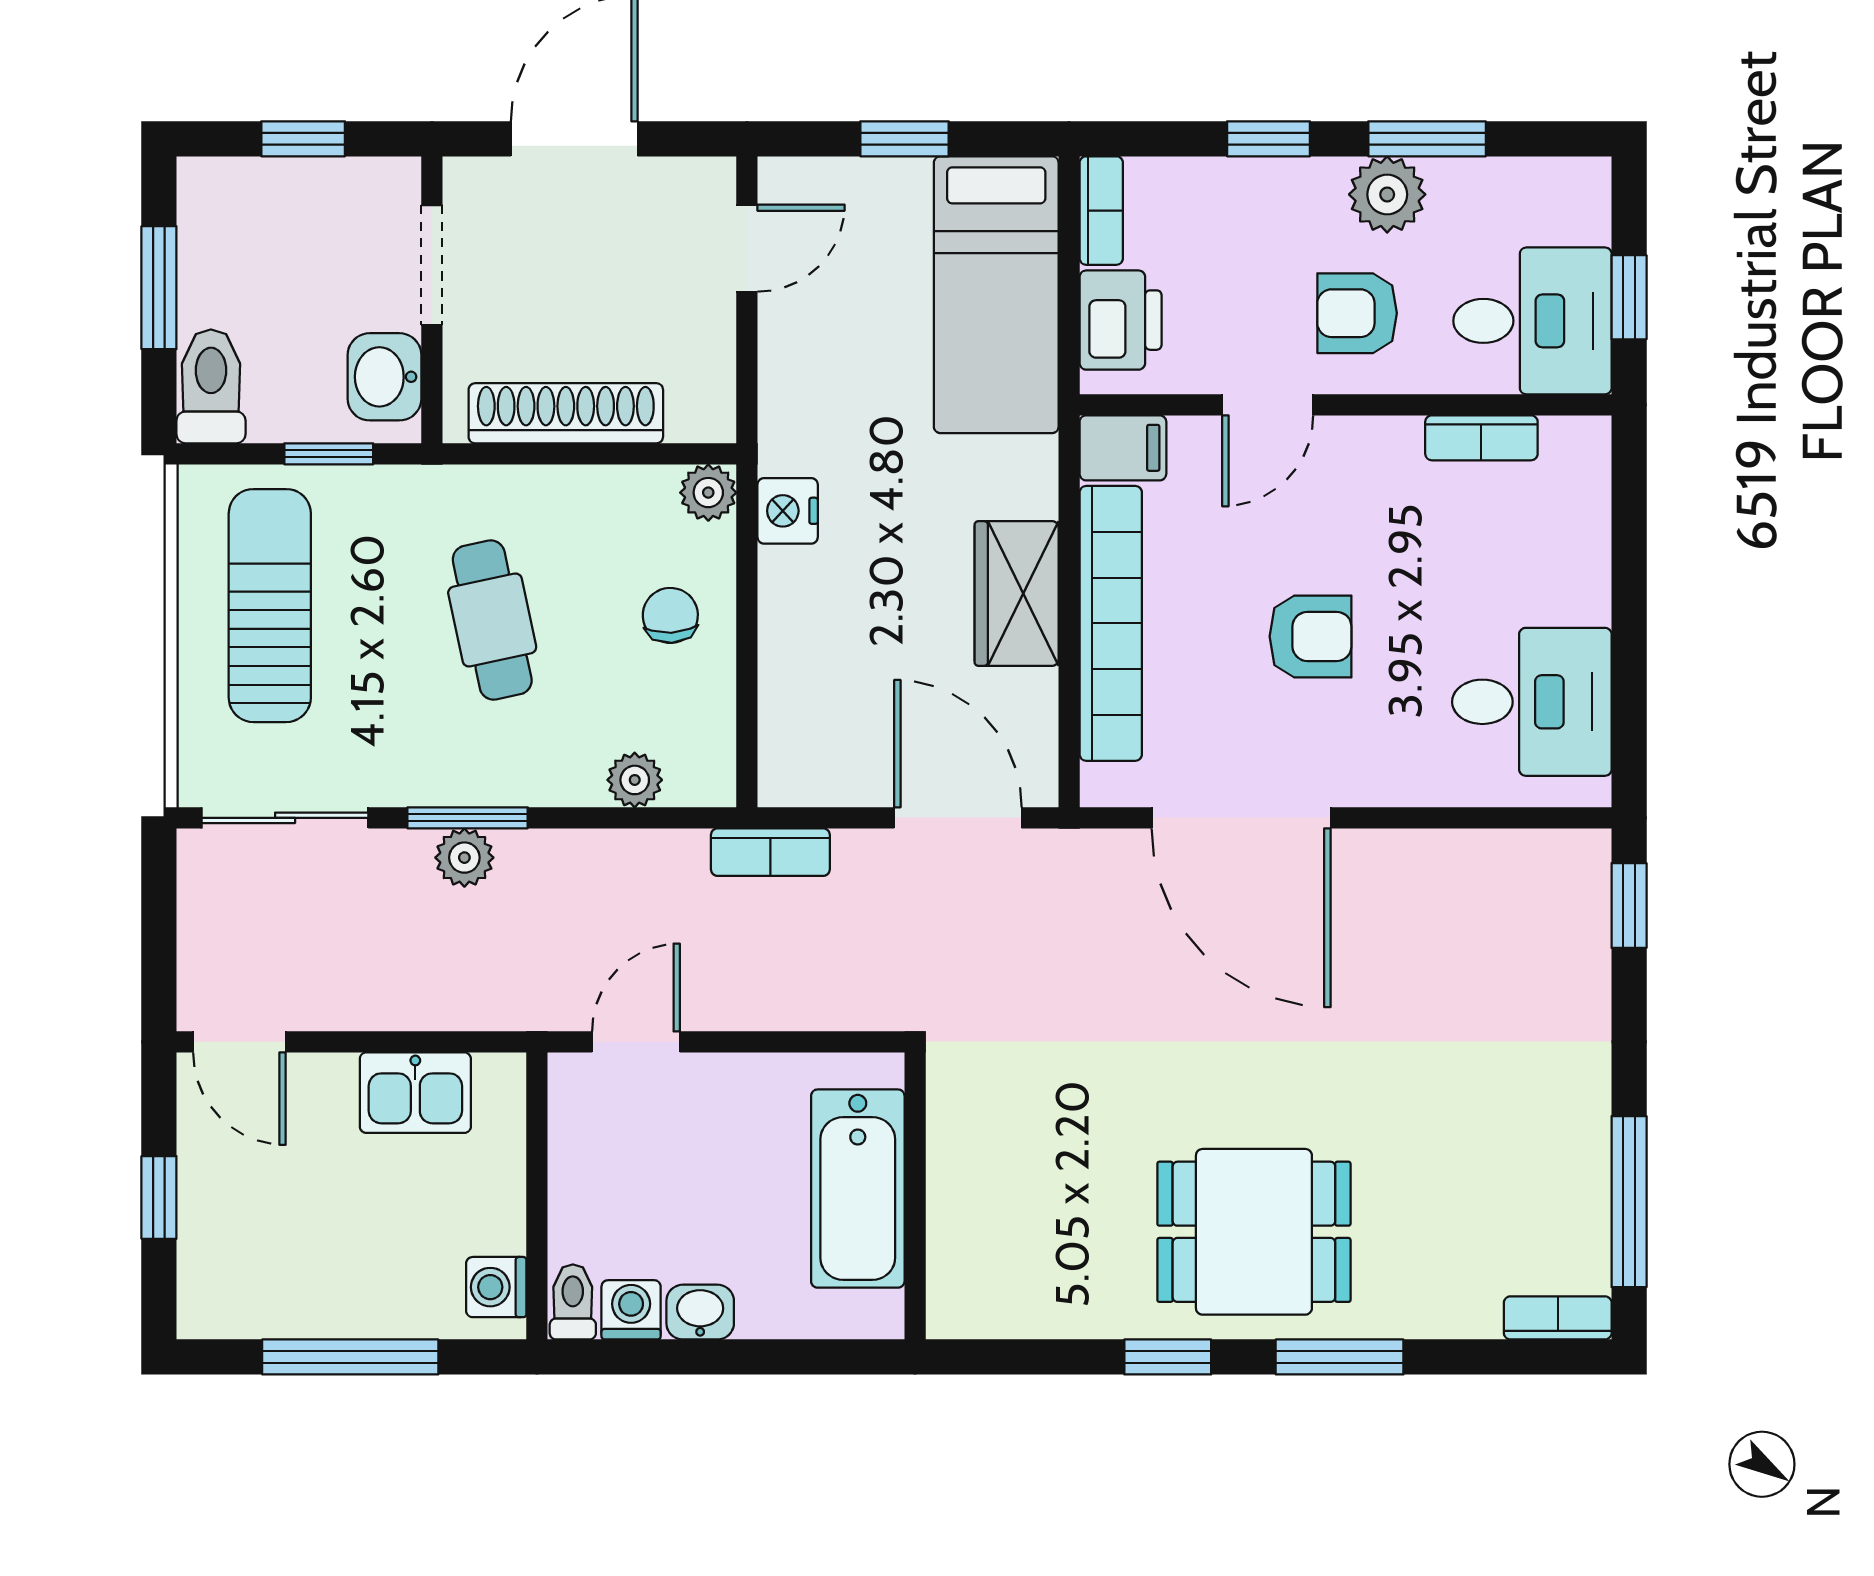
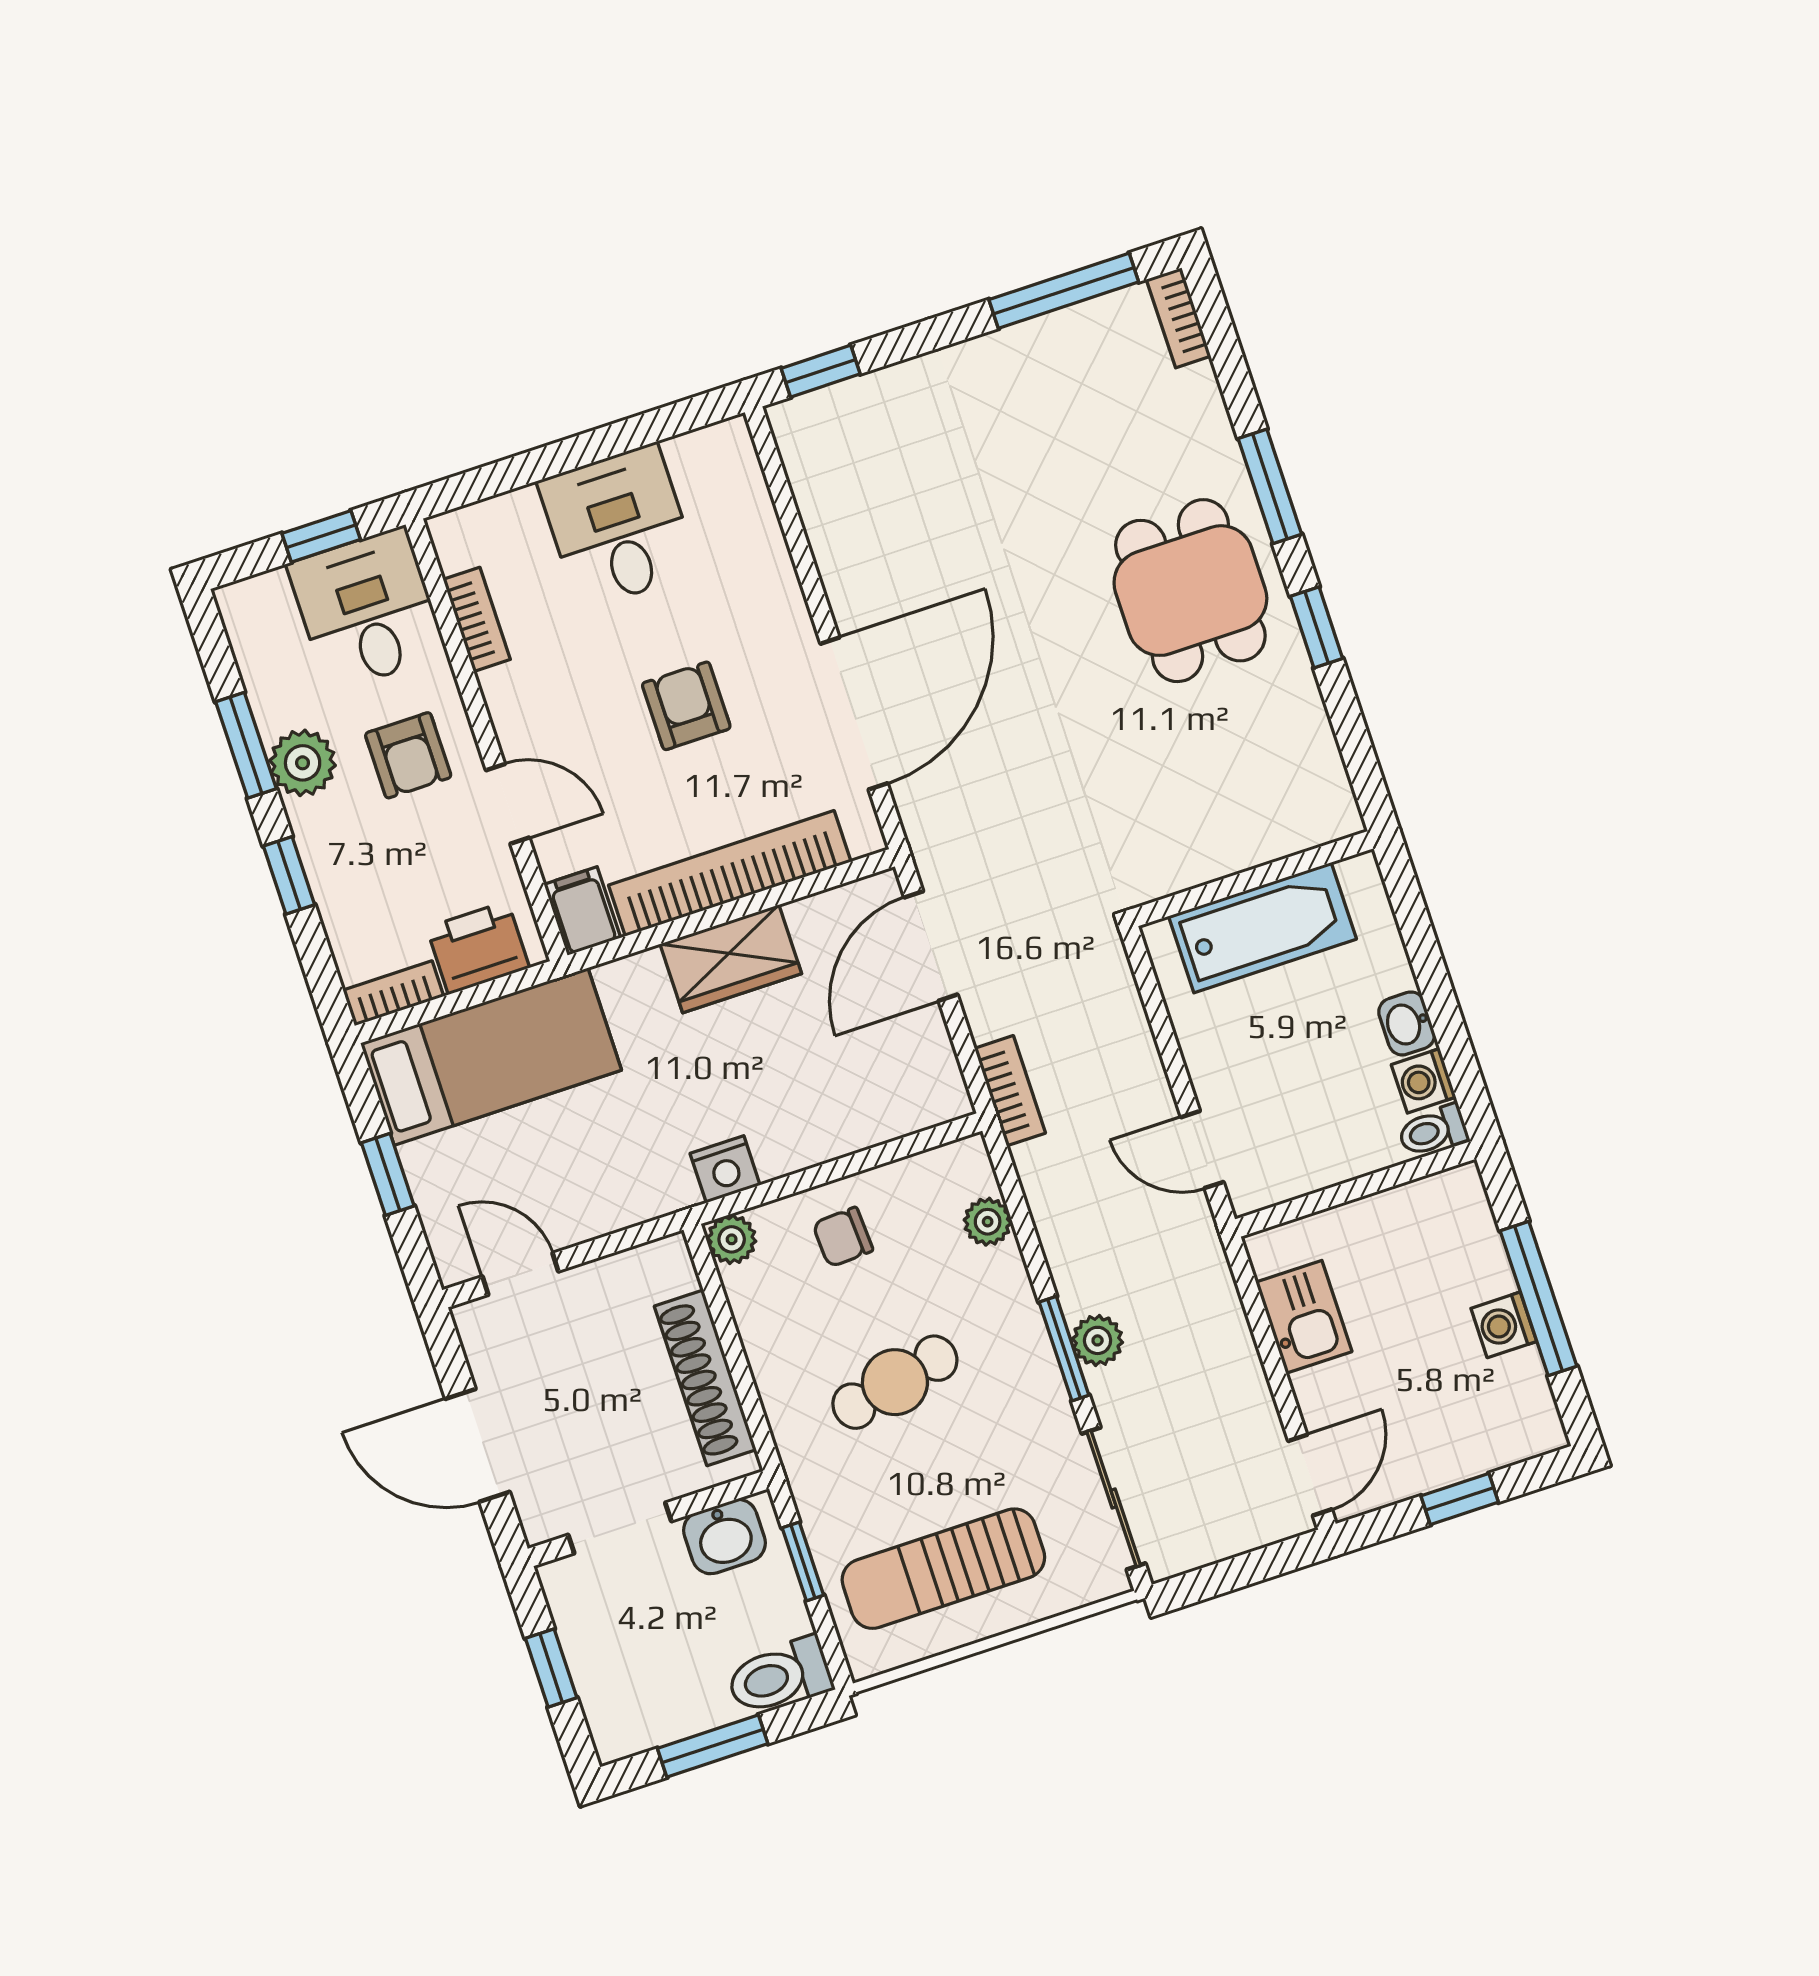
desk: (1532, 702) -> (618, 527), moved
washing machine: (496, 1287) -> (1504, 1325), moved, turned 90

